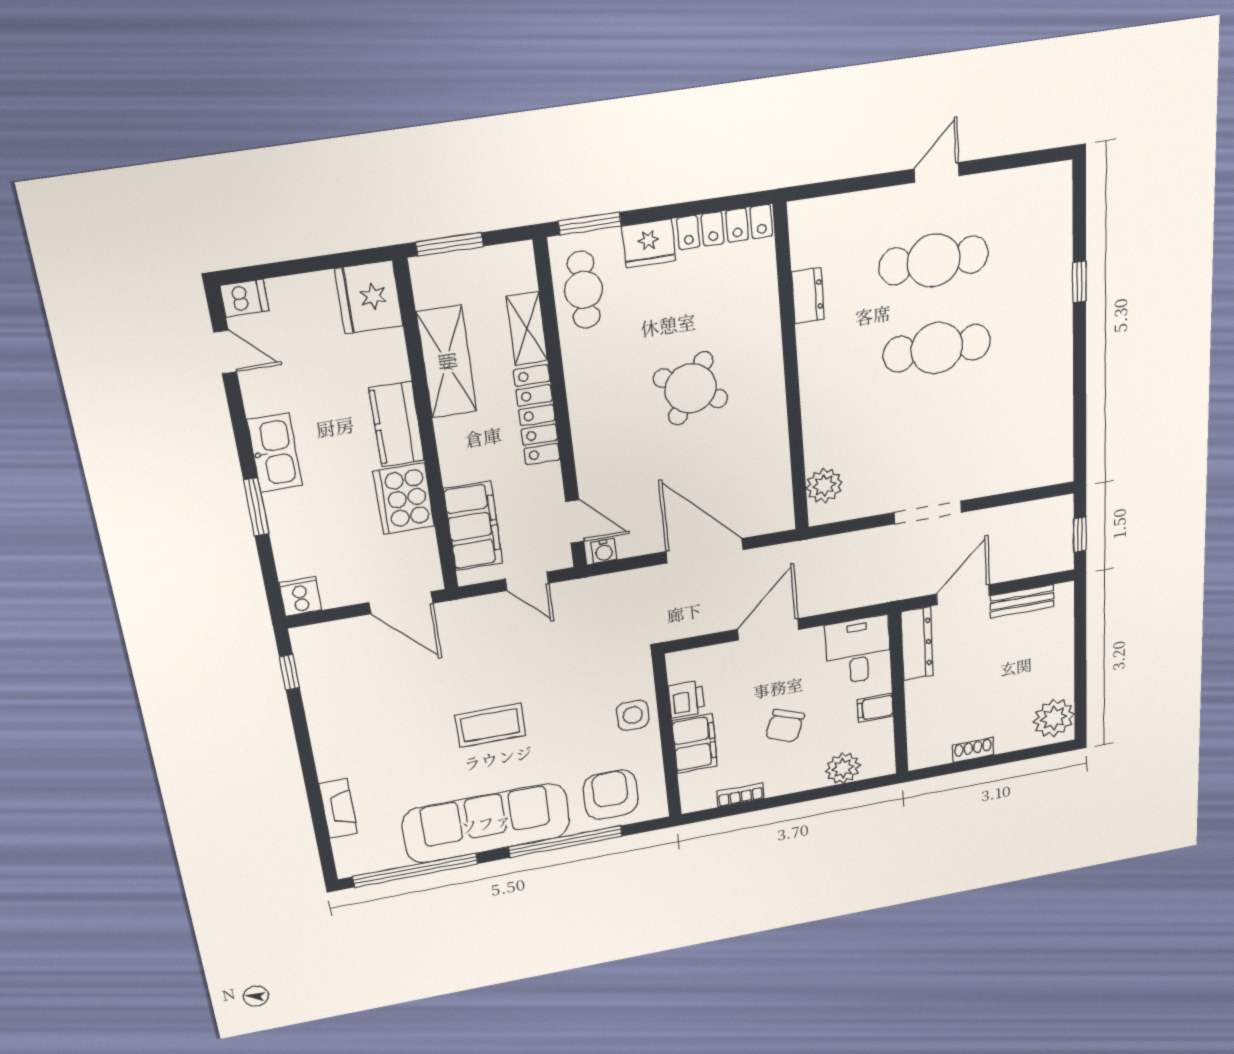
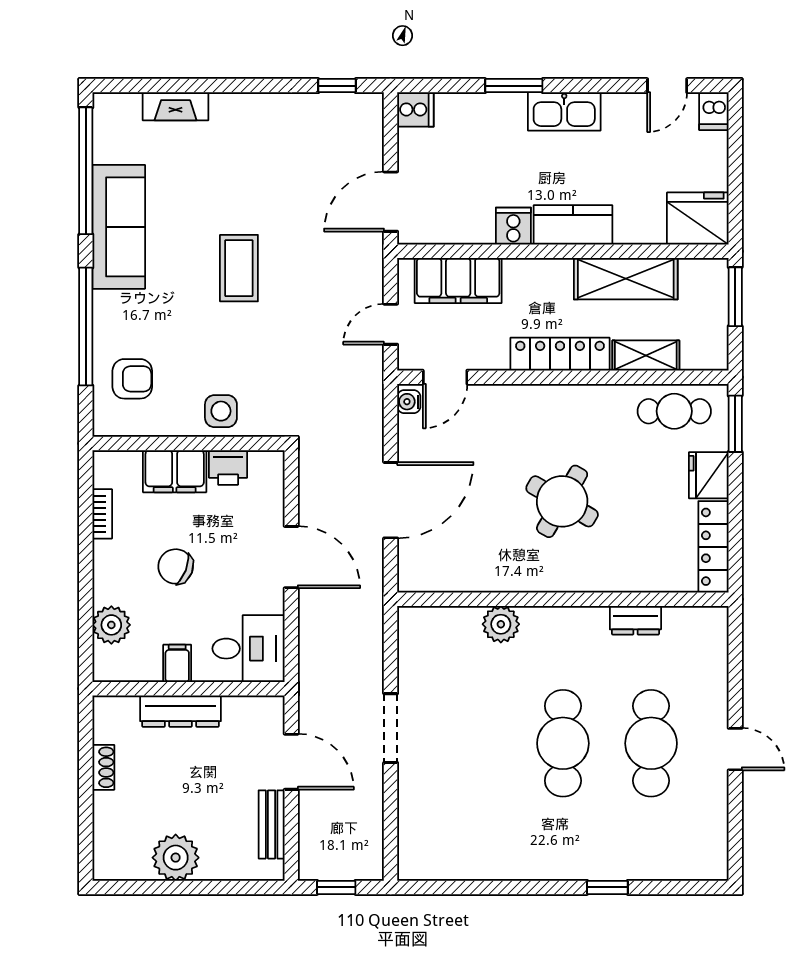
plant: (824, 486) -> (501, 624), moved
cooker: (404, 499) -> (513, 226), width x0.53, depth x0.76
dresser: (917, 644) -> (180, 711), moved
plant: (1054, 718) -> (176, 858), moved
armchair: (610, 795) -> (132, 379), width x0.72, depth x0.72
sofa: (486, 823) -> (119, 227), width x0.74, depth x0.79

